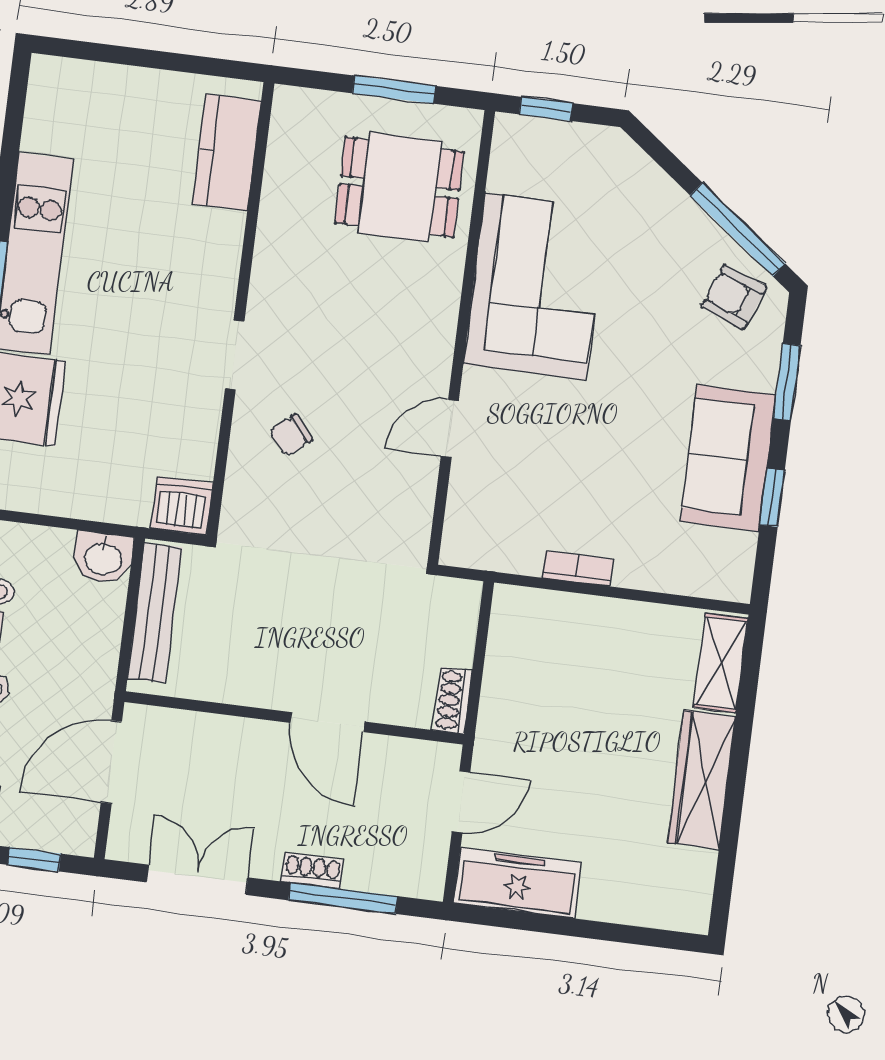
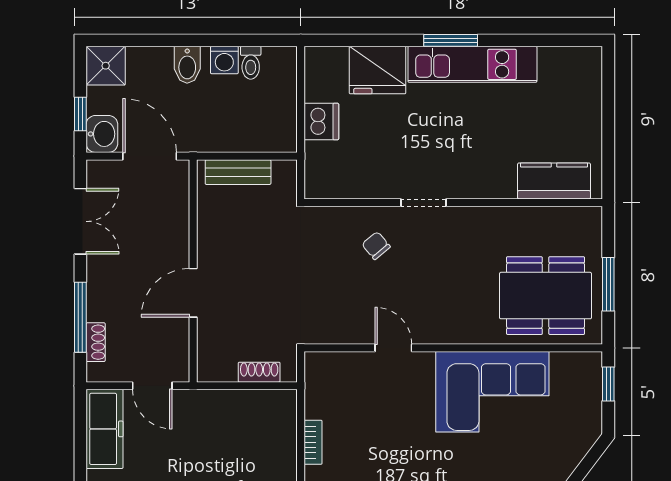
dining table: (399, 187) -> (546, 296), width x1.38
dishwasher: (182, 506) -> (321, 122), moved
washbasin: (103, 558) -> (102, 134), moved, turned 180
bench: (155, 613) -> (238, 172), width x0.73
shoe rack: (453, 700) -> (259, 372), moved
shoe rack: (312, 871) -> (96, 342), moved

